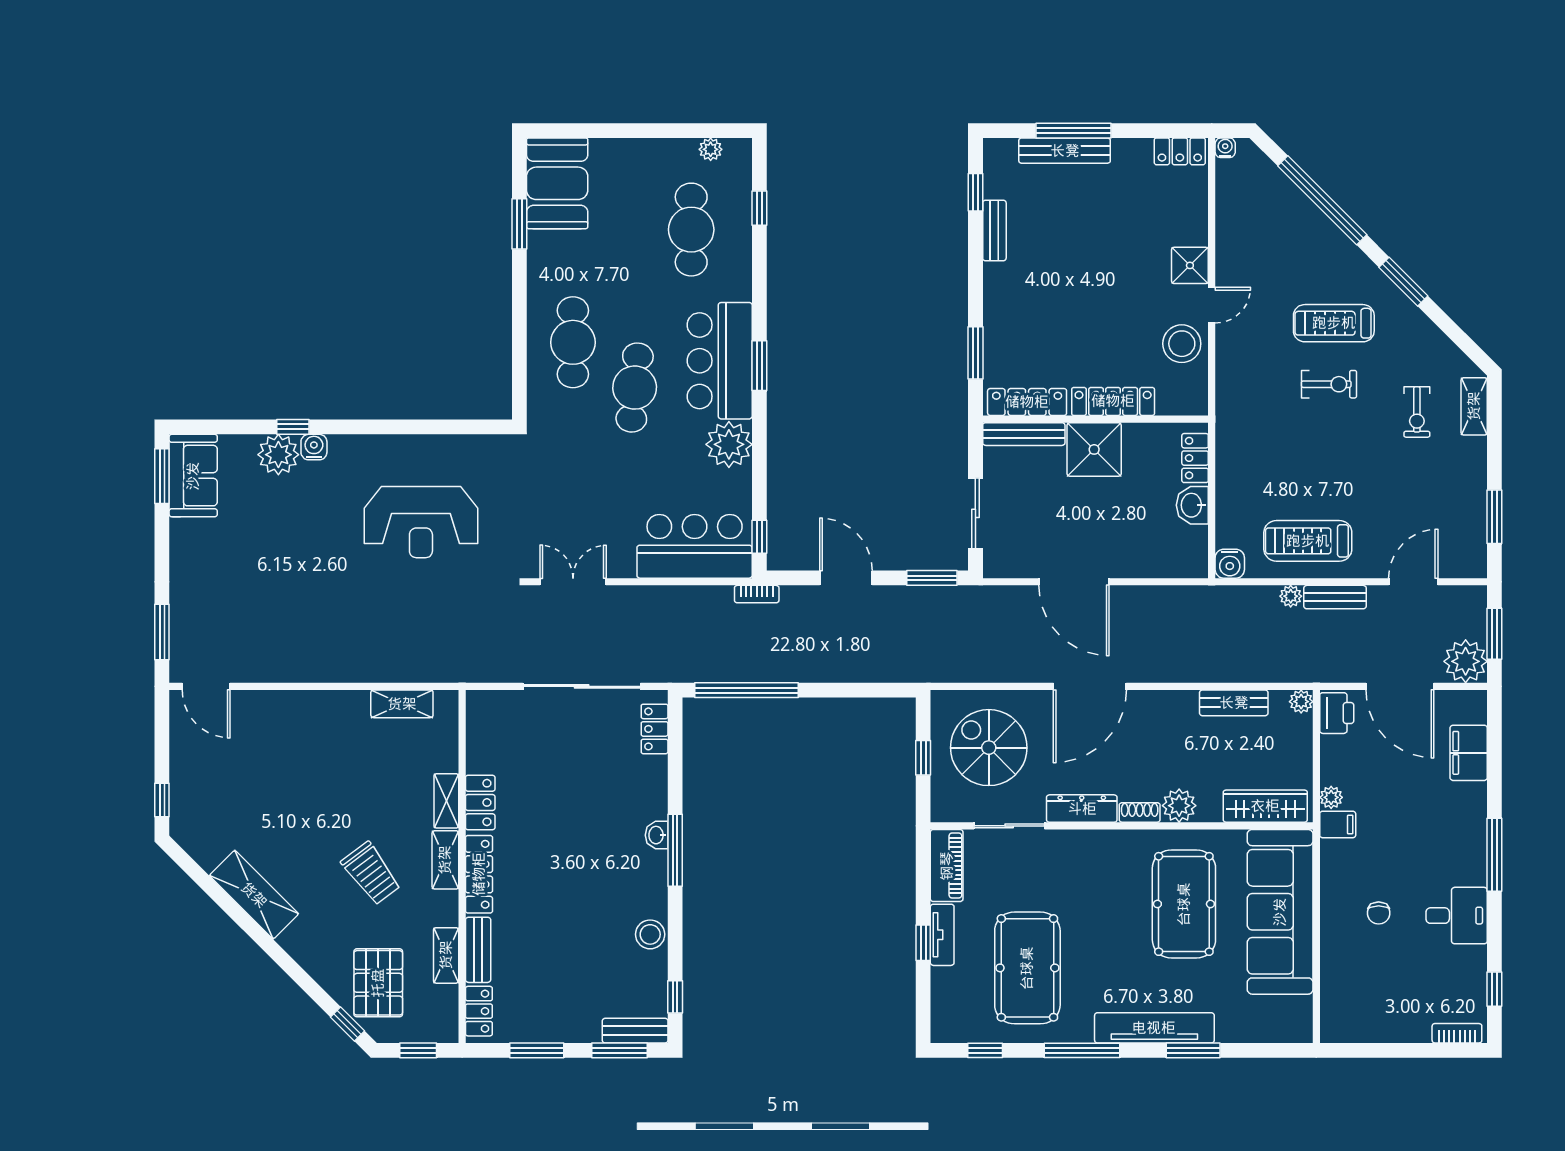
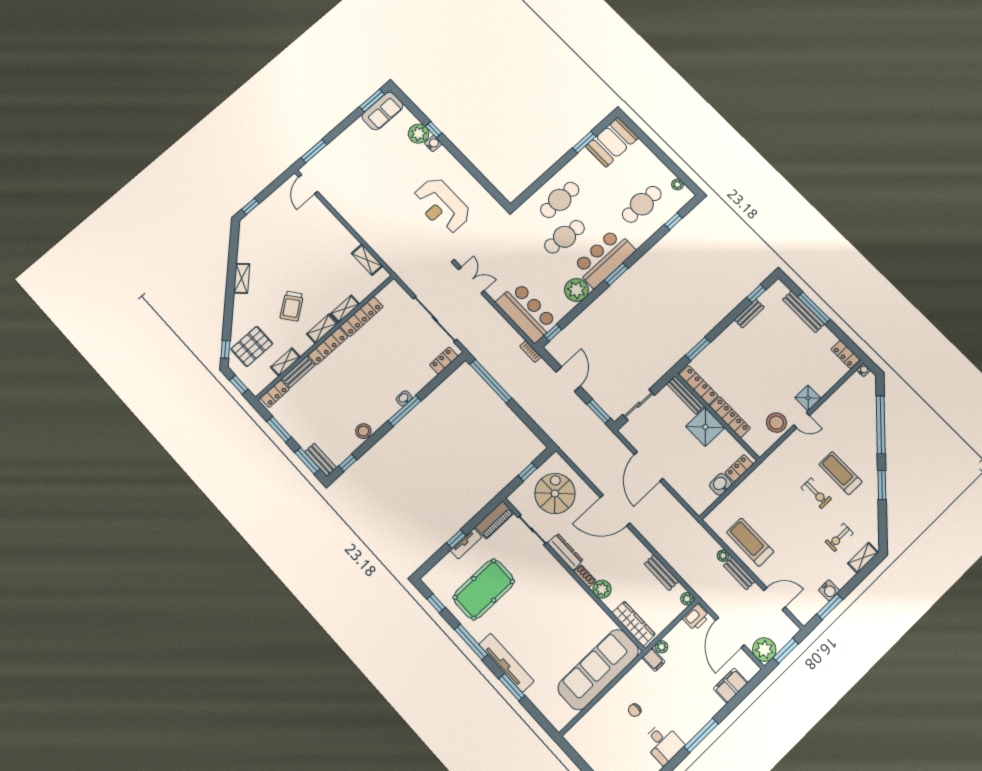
water cooler: (1230, 564) -> (829, 590), moved, turned -90
locker: (480, 802) -> (362, 317), width x1.53
shelving: (254, 895) -> (242, 278), width x0.67, depth x0.75
pool table: (1184, 904) -> (566, 628), removed

